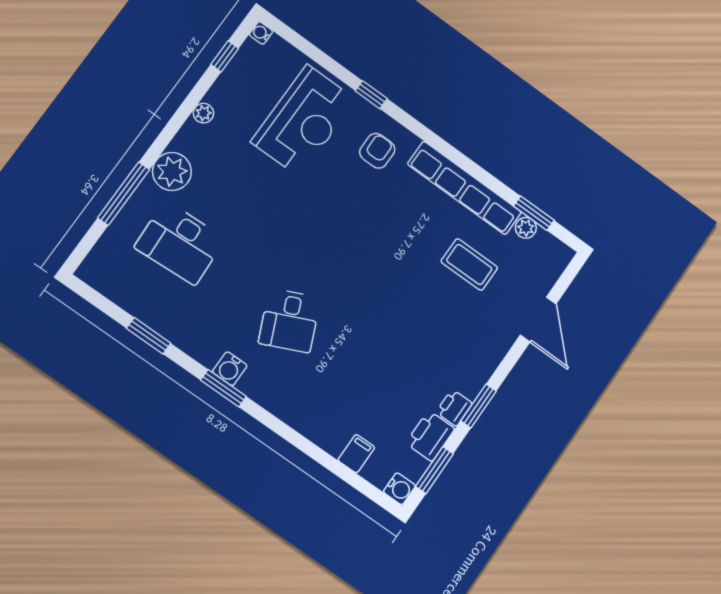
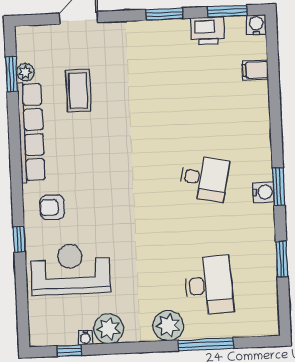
water cooler: (261, 33) -> (85, 337), moved
plant: (203, 113) -> (109, 329), width x1.88, depth x1.88
desk: (290, 321) -> (204, 178), turned 36
printer: (454, 408) -> (178, 29), removed

